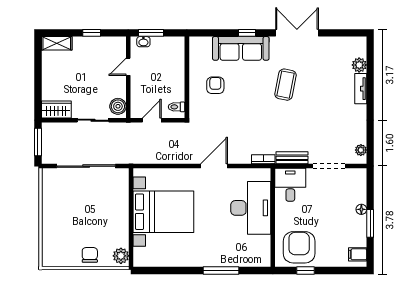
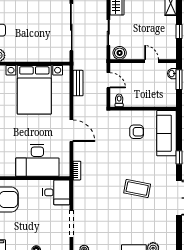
sofa: (241, 48) -> (166, 133), moved
bench: (292, 158) -> (78, 83), moved

